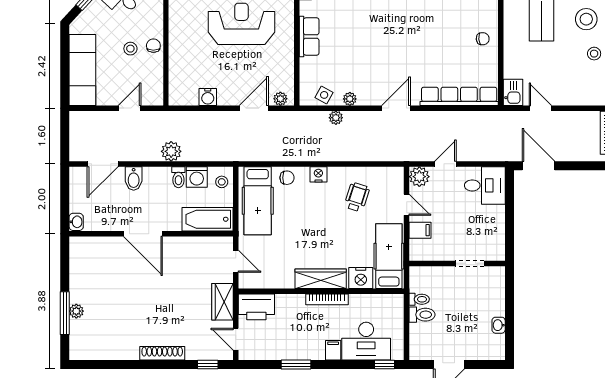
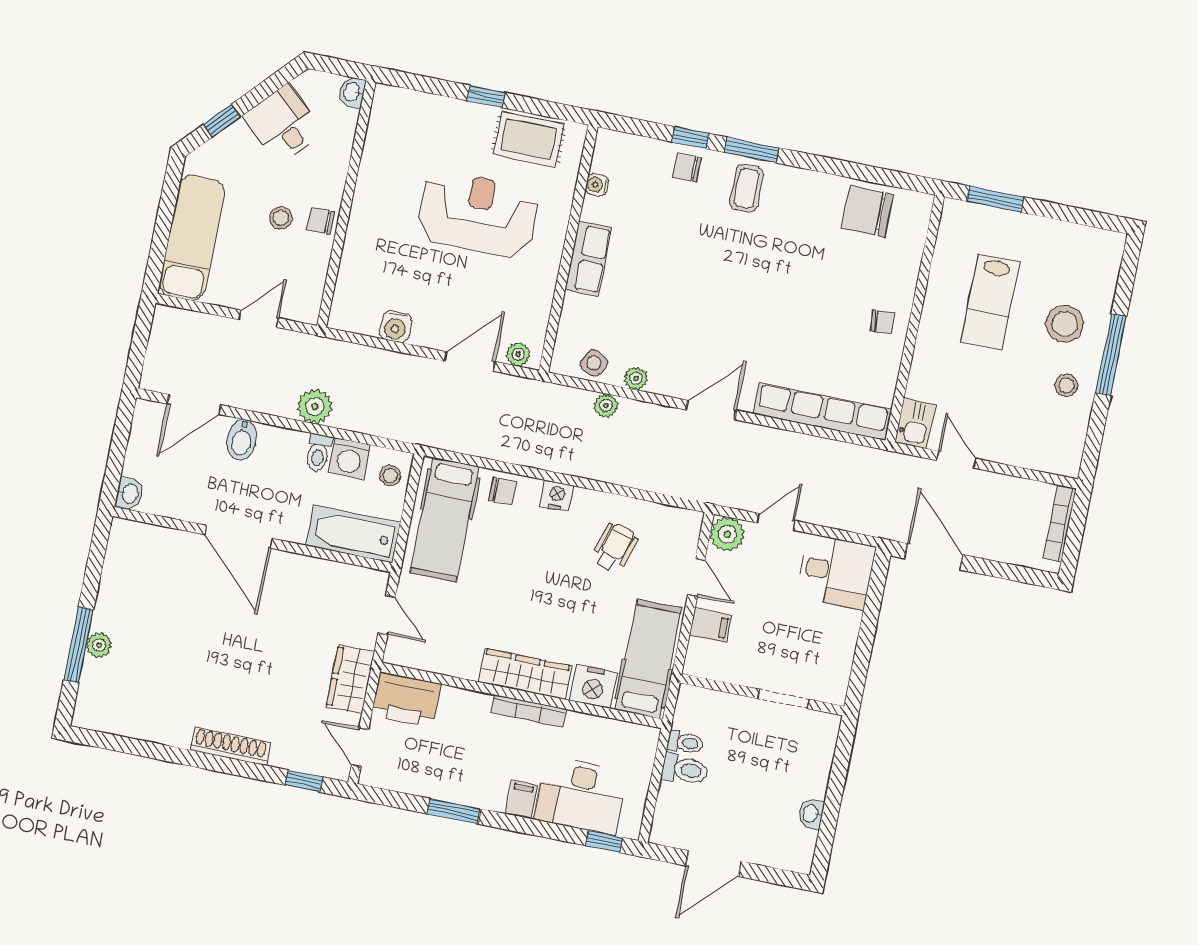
chair: (153, 46) -> (321, 221), turned -90

